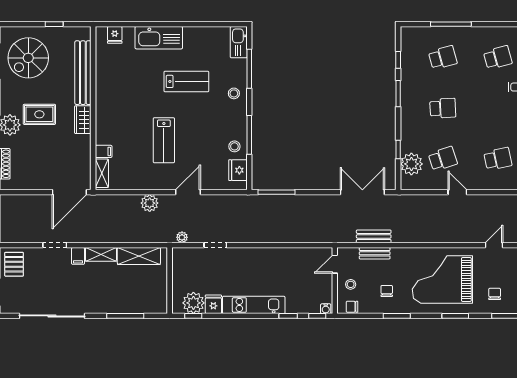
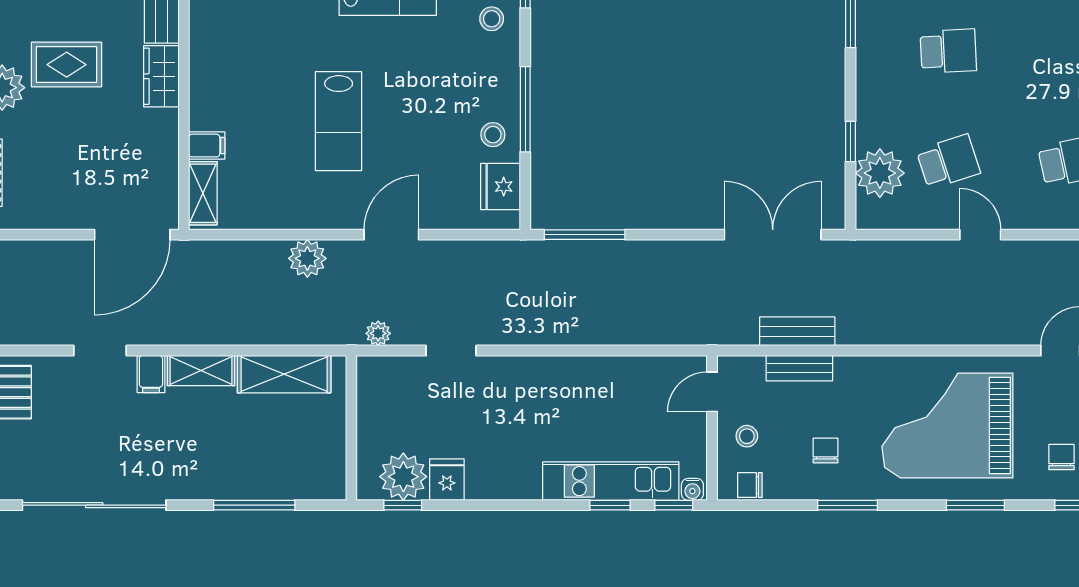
kitchen unit: (254, 305) -> (611, 481), moved

